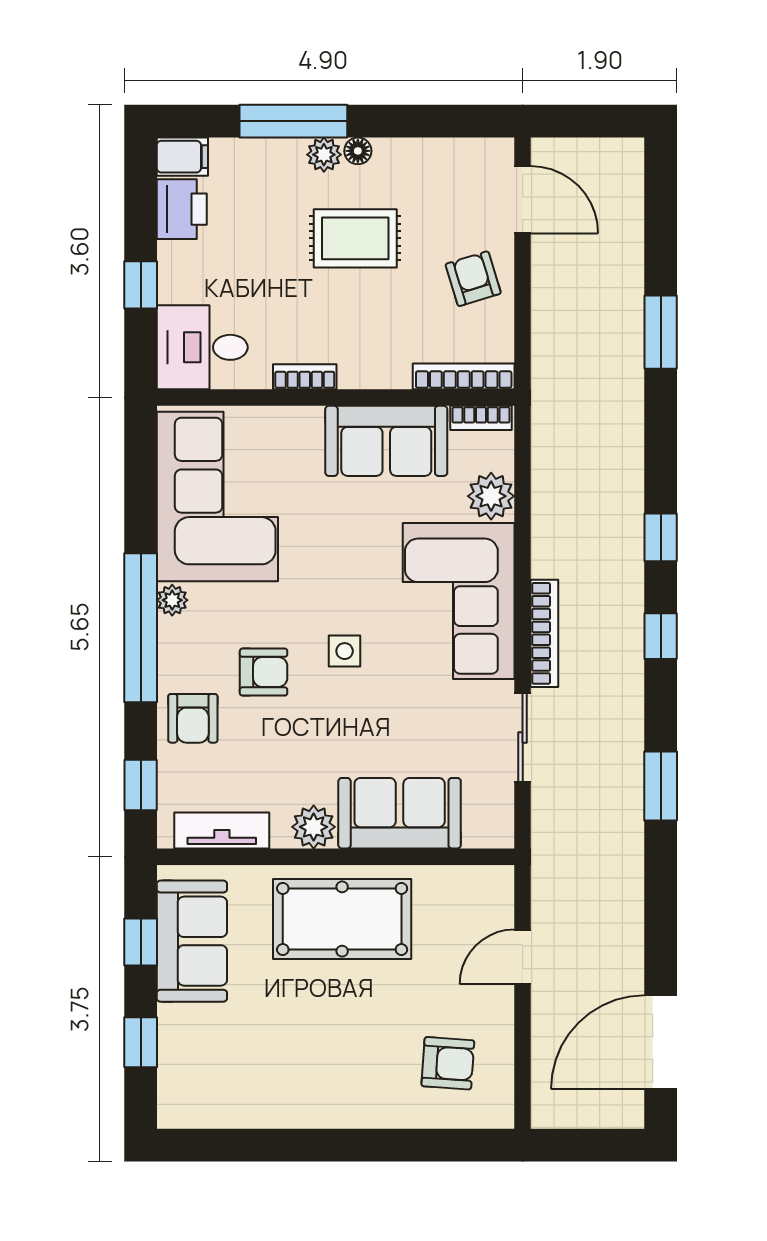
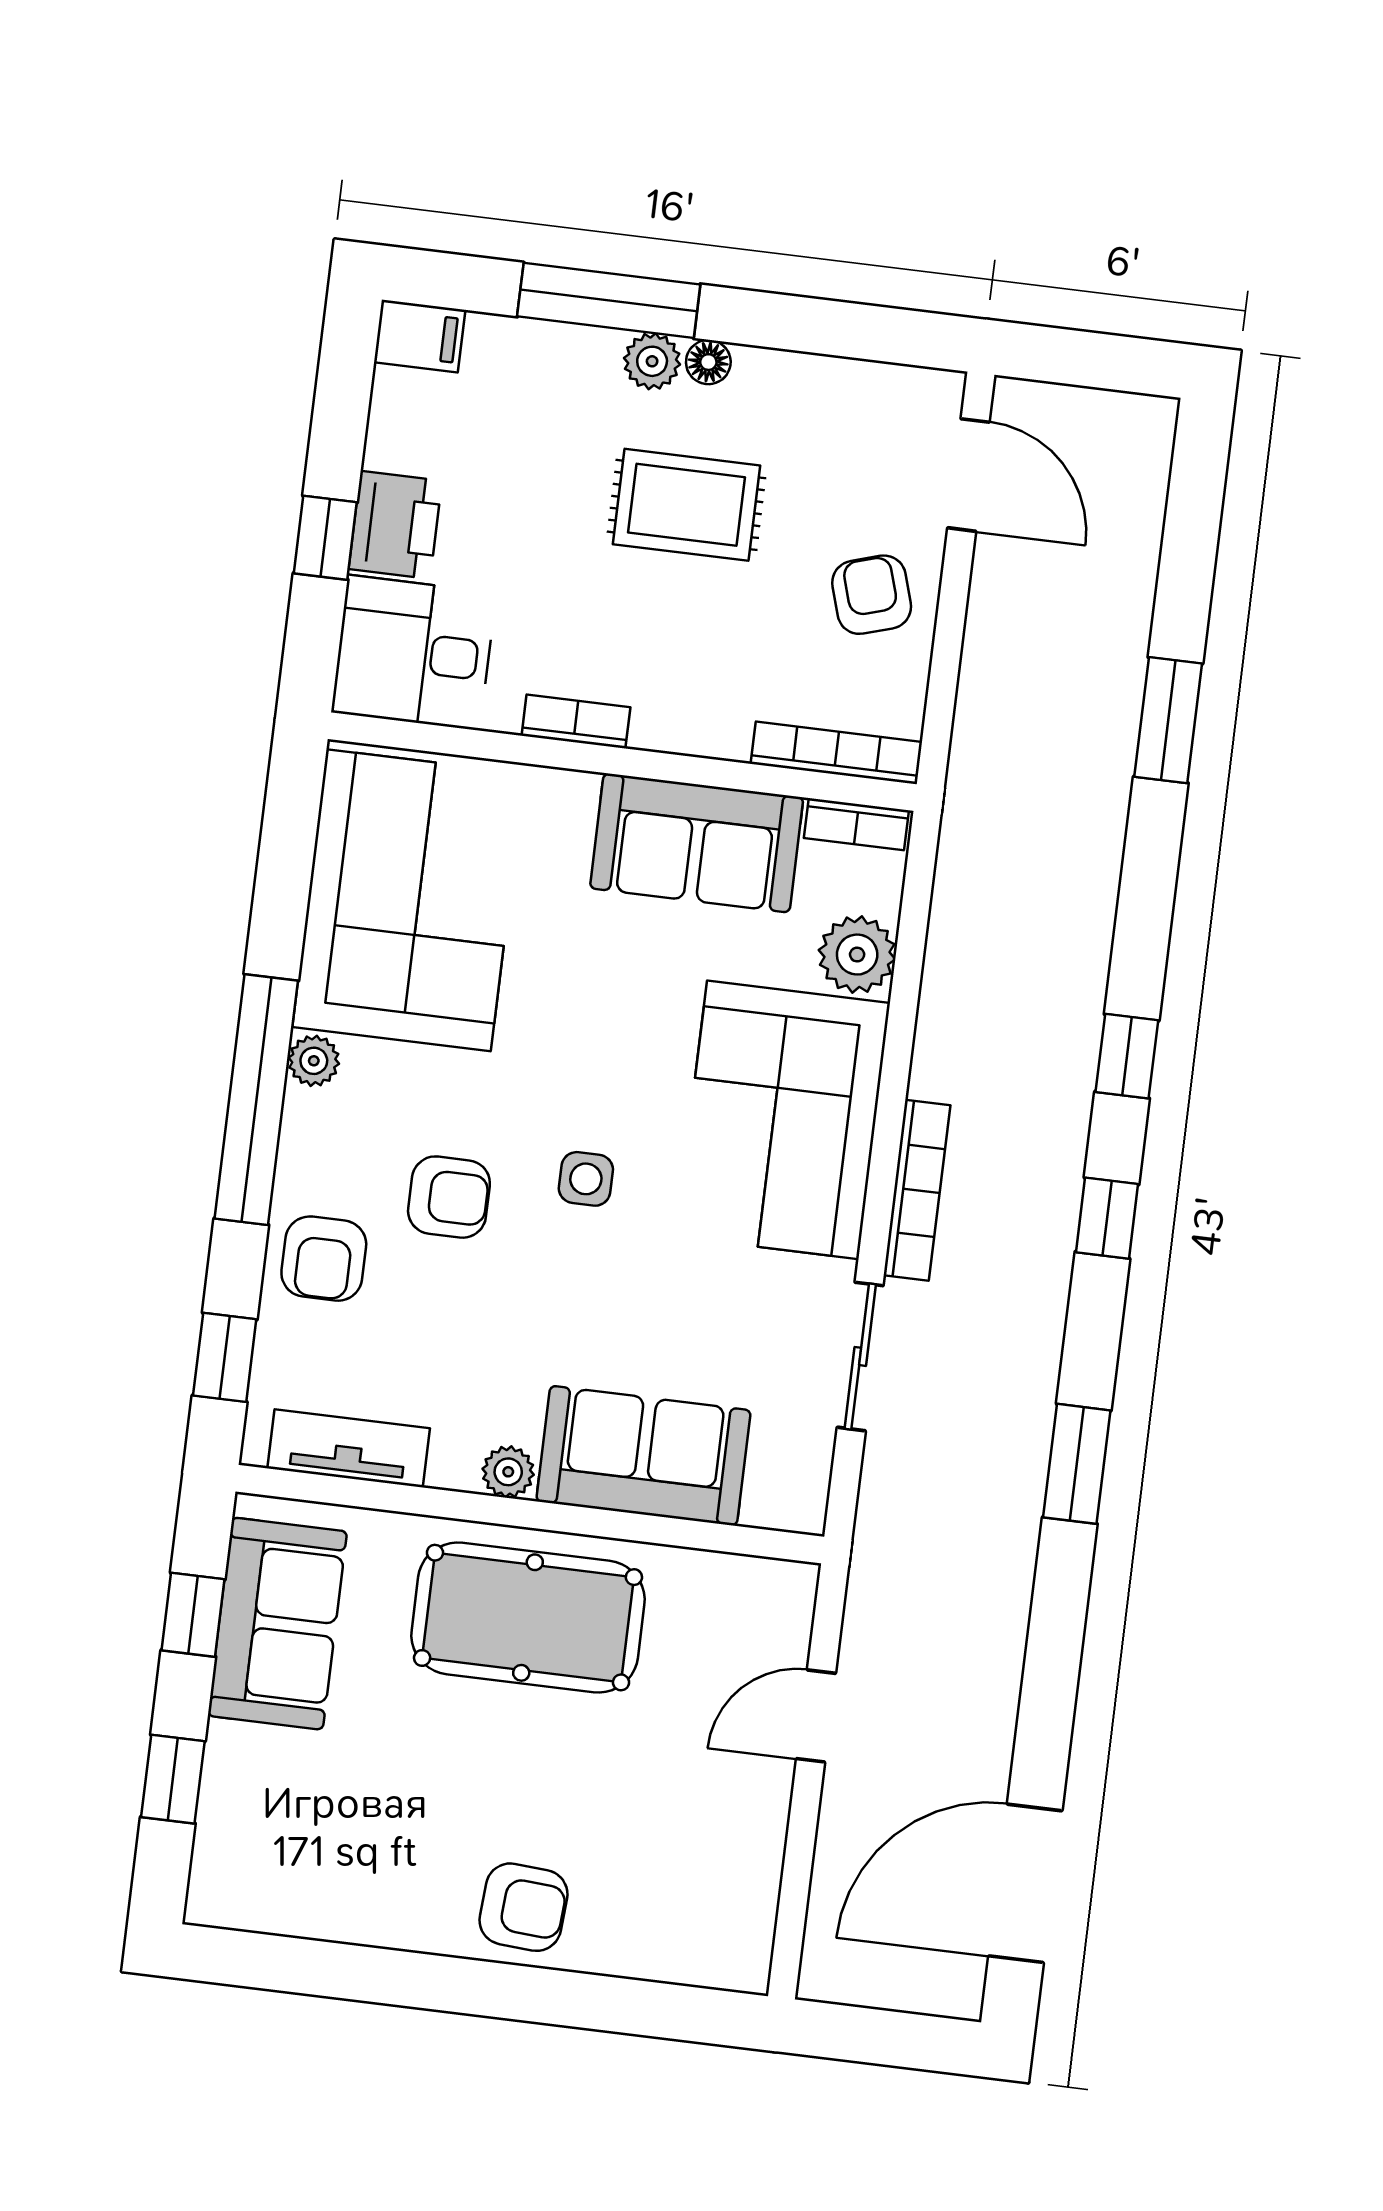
printer: (182, 209) -> (395, 525), moved
plant: (314, 827) -> (508, 1472), width x0.73, depth x0.73
armchair: (448, 1063) -> (523, 1907), moved

